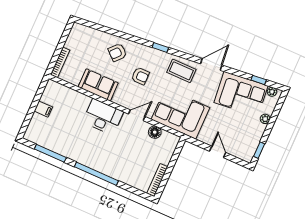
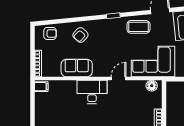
armchair: (140, 76) -> (50, 33), moved
filing cabinet: (43, 109) -> (41, 87), moved
floor lamp: (155, 132) -> (152, 86), moved

